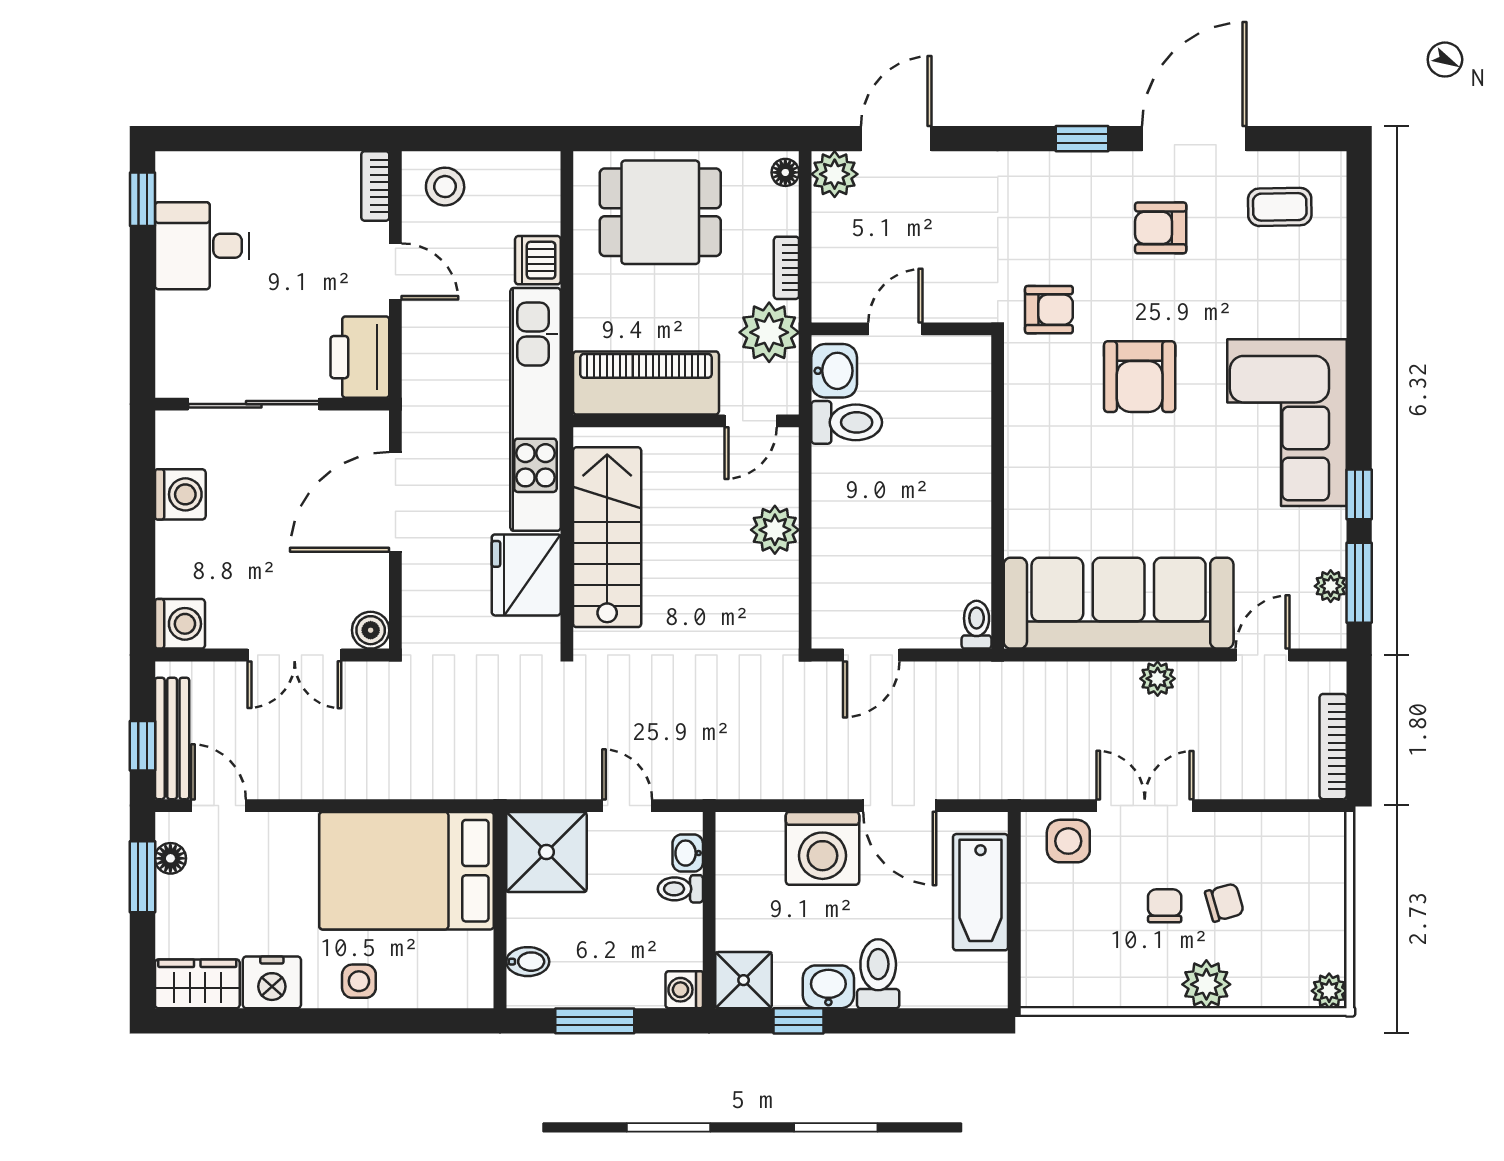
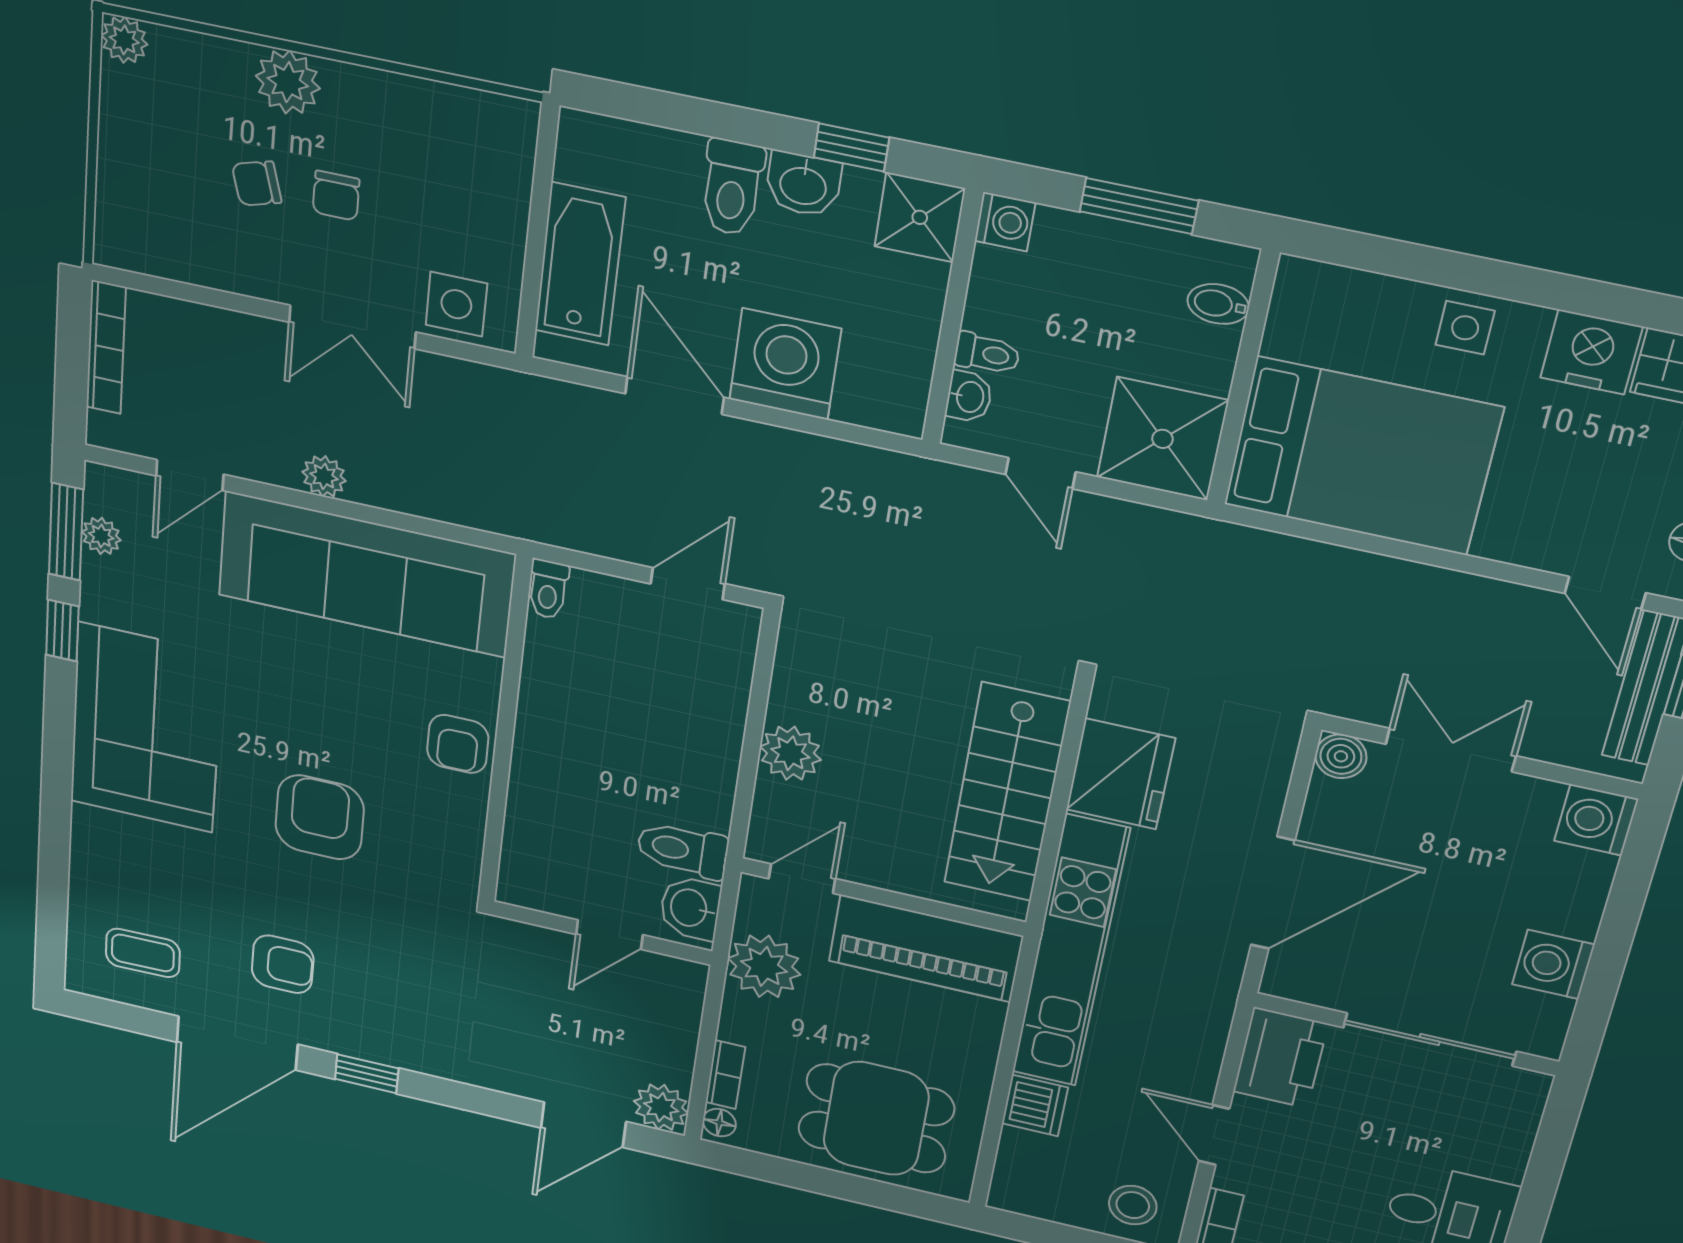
bookcase: (786, 268) -> (725, 1075), moved
armchair: (1049, 310) -> (458, 744), moved, turned -90

